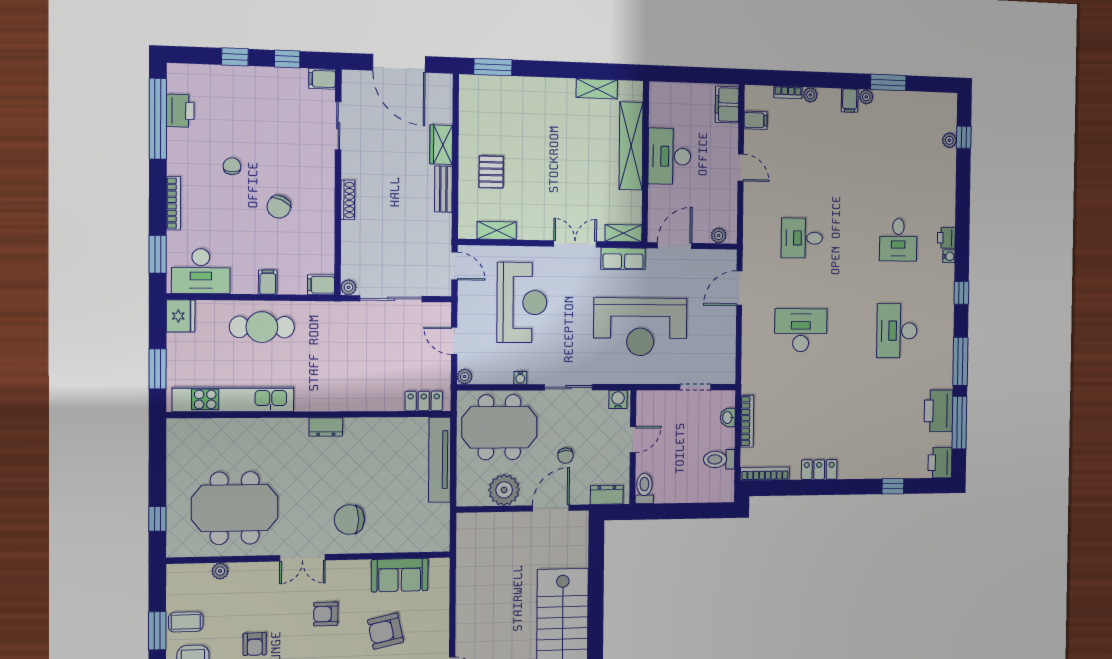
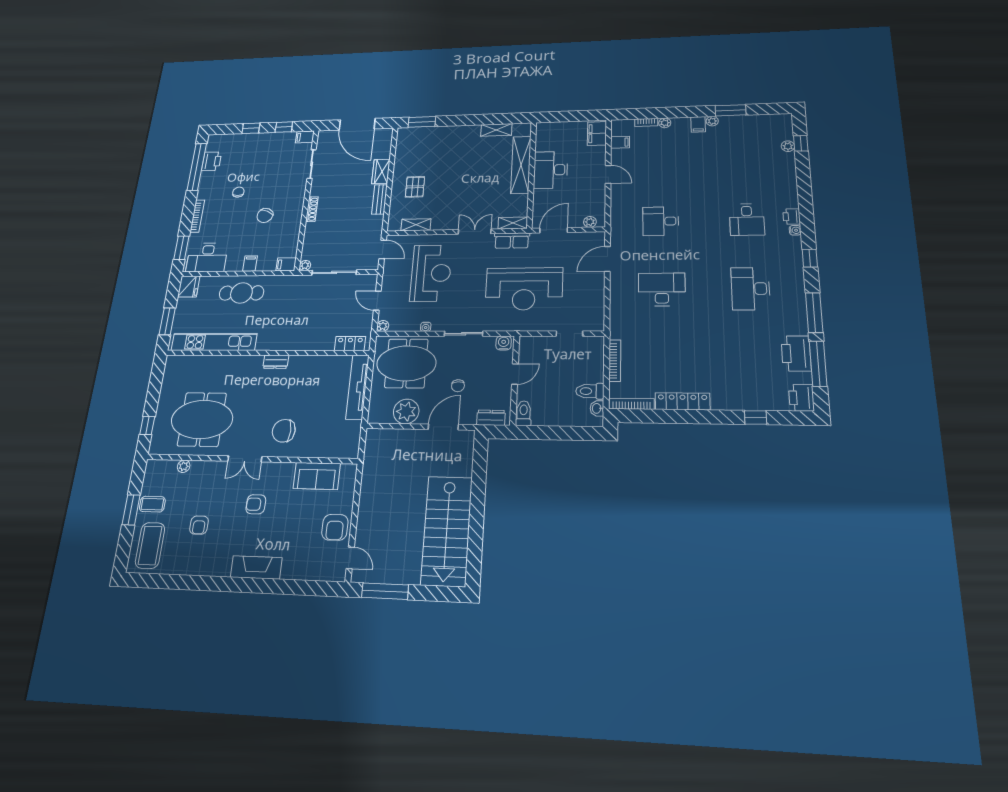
washbasin: (728, 418) -> (597, 408), moved
locker: (819, 470) -> (683, 401), width x1.53
armchair: (386, 631) -> (335, 527), moved, turned -78

